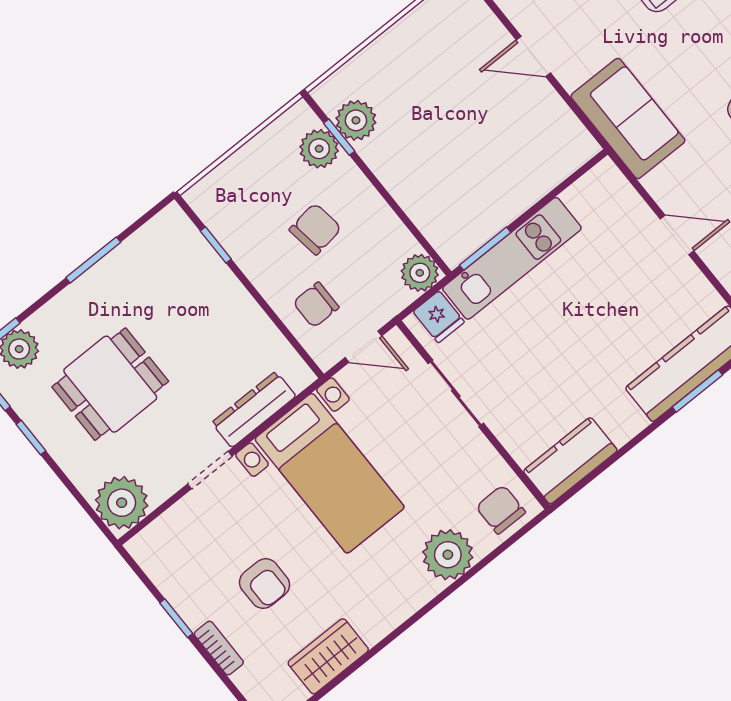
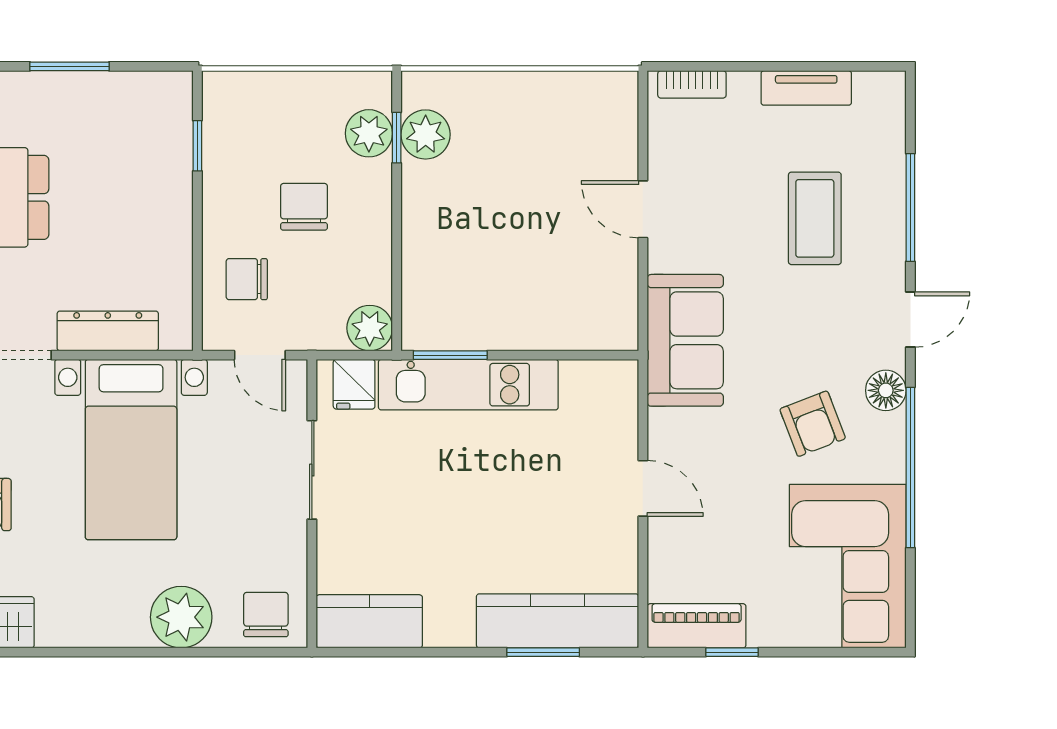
chair: (315, 229) -> (304, 207), turned -82

